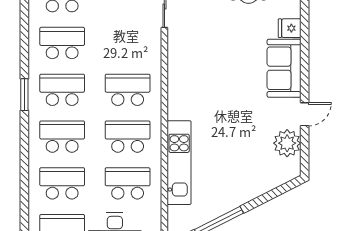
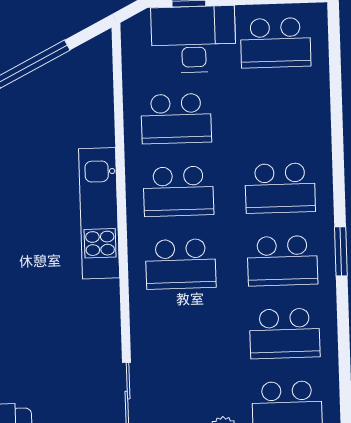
kitchen unit: (179, 163) -> (99, 213), moved
school desk: (62, 183) -> (278, 115), removed

